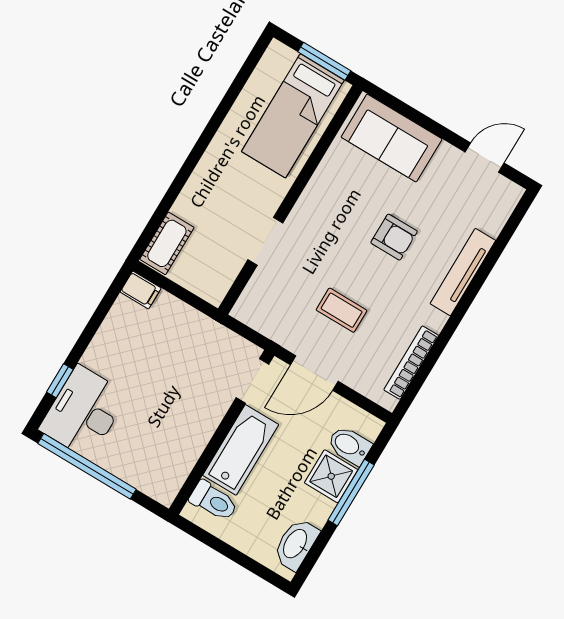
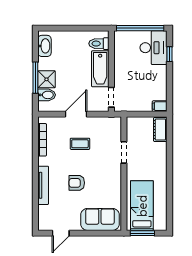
doorway: (252, 381) -> (111, 97), moved
wall: (222, 432) -> (111, 71), moved
bathtub: (241, 450) -> (100, 69), moved
toilet: (214, 501) -> (99, 44), moved

